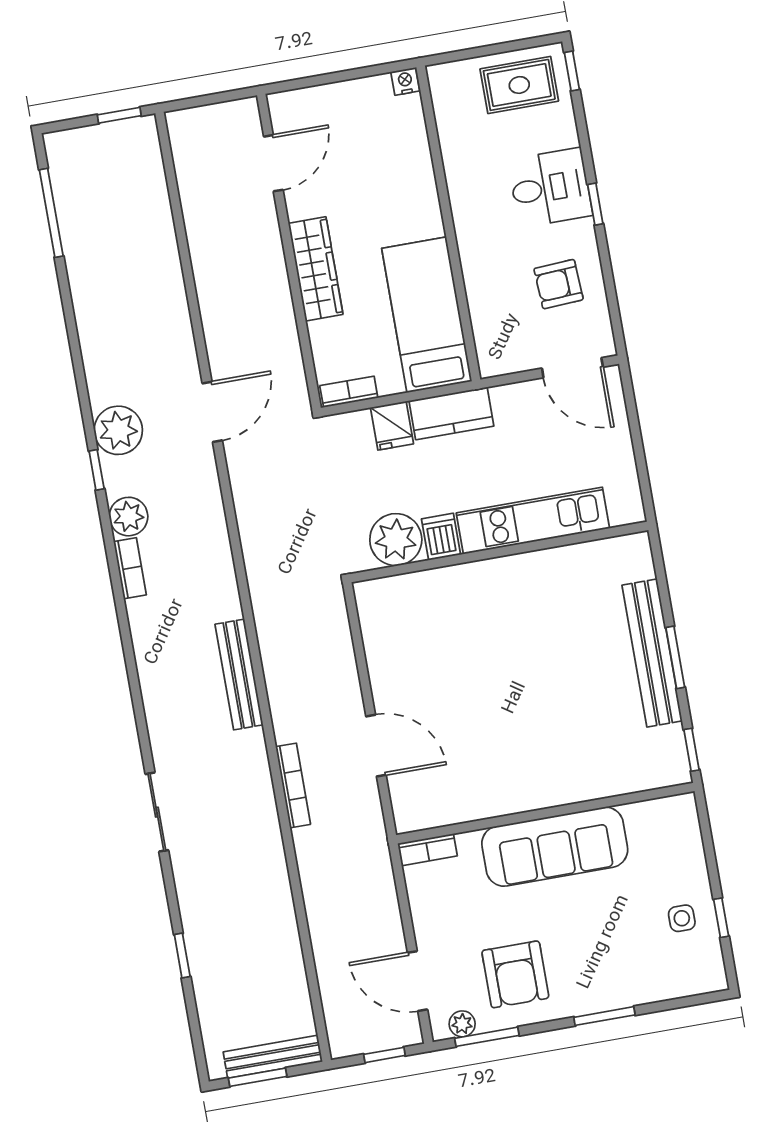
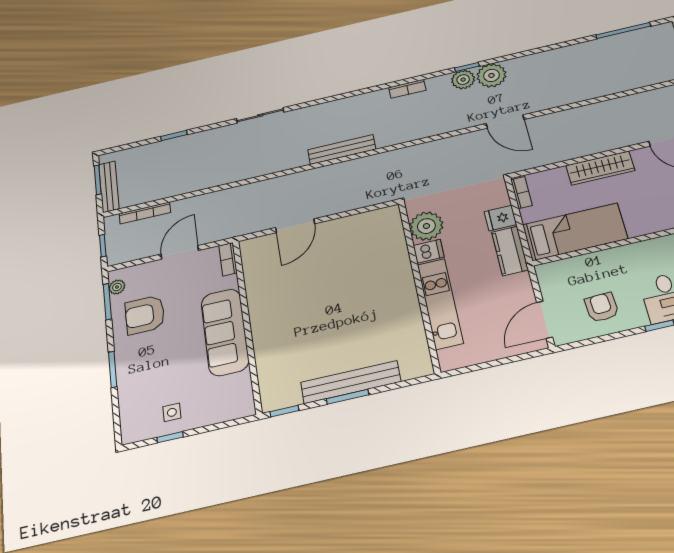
plant: (129, 517) -> (463, 80), moved
bookcase: (293, 786) -> (145, 213), moved
door: (418, 981) -> (180, 252), moved

